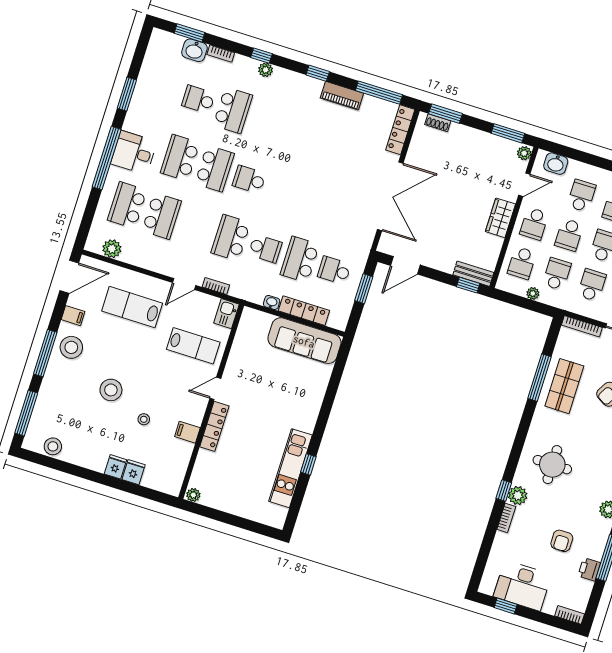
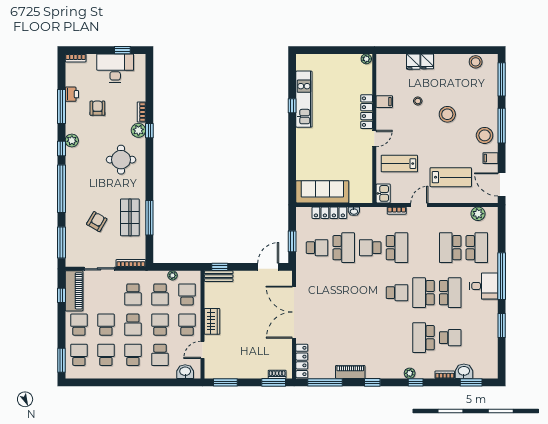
plant: (524, 153) -> (210, 372), removed
door: (69, 277) -> (502, 184), hinge flipped

